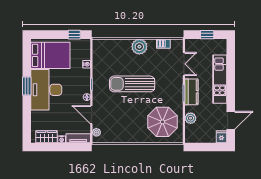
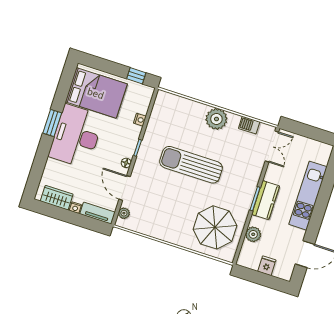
window: (207, 35) -> (310, 132), removed
double door: (184, 64) -> (272, 147), moved
fridge: (221, 137) -> (267, 266), moved

